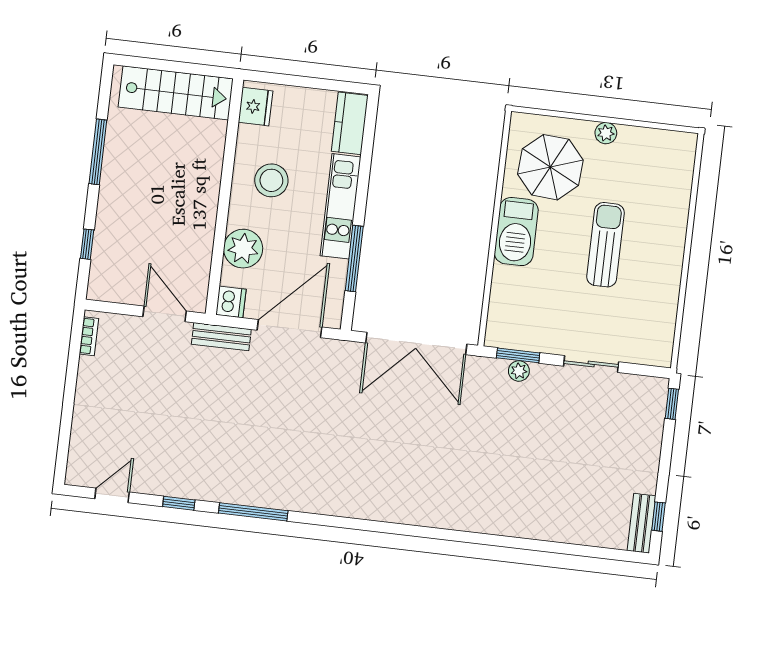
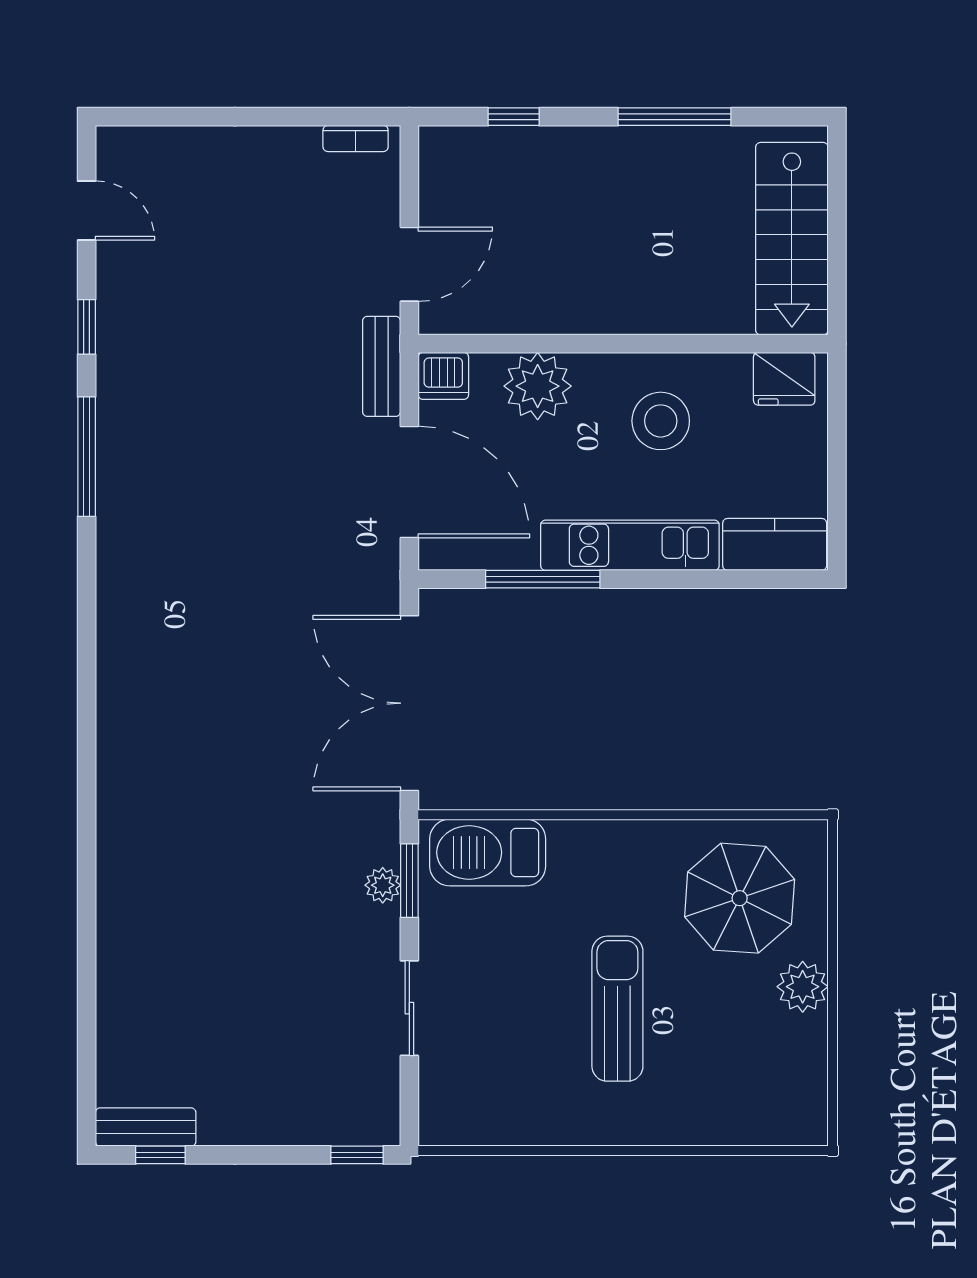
plant: (606, 133) -> (803, 987), width x1.38, depth x1.38
barbecue: (516, 232) -> (488, 852), moved
sun lounger: (605, 245) -> (617, 1009), turned -90

